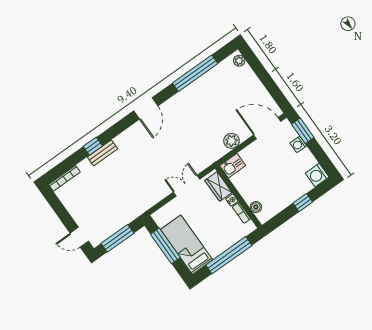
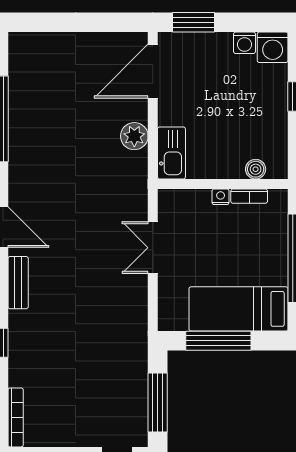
plant: (239, 61) -> (26, 42), removed
washing machine: (298, 144) -> (244, 43), moved
bench: (102, 153) -> (18, 283), moved
kitchen sink: (233, 166) -> (171, 153), width x1.38
wardrobe: (218, 186) -> (187, 202), removed

